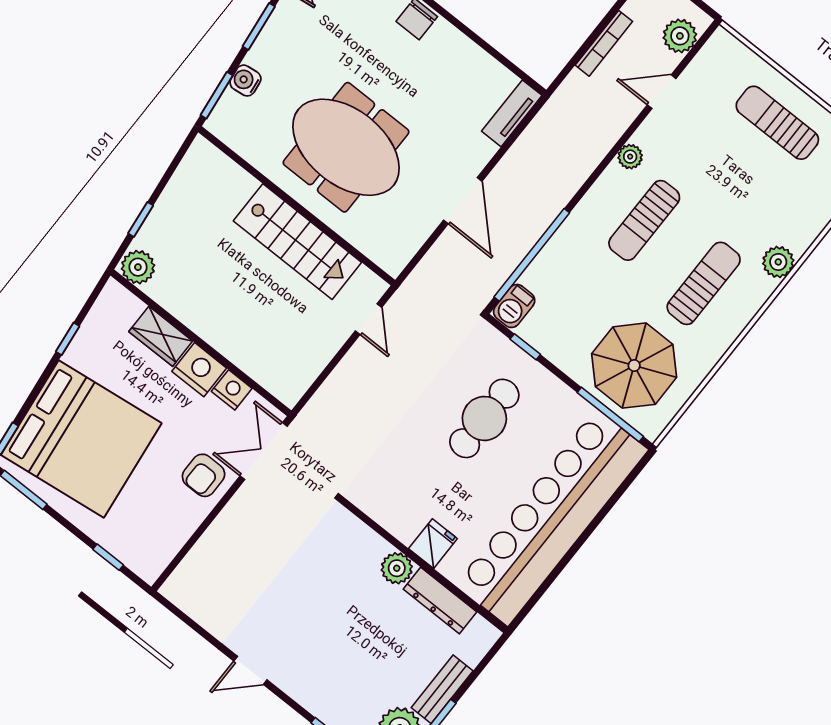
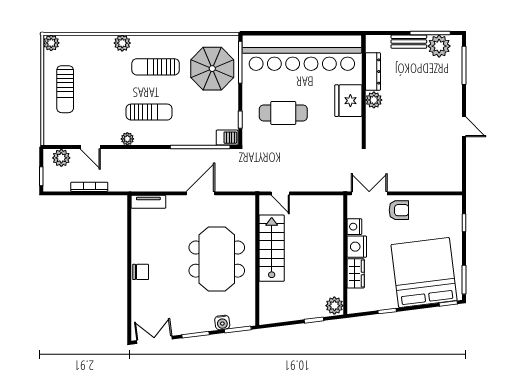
door: (369, 319) -> (280, 193), swing flipped
double door: (264, 451) -> (369, 193), swing flipped
fridge: (433, 544) -> (348, 101), width x1.88, depth x1.34

